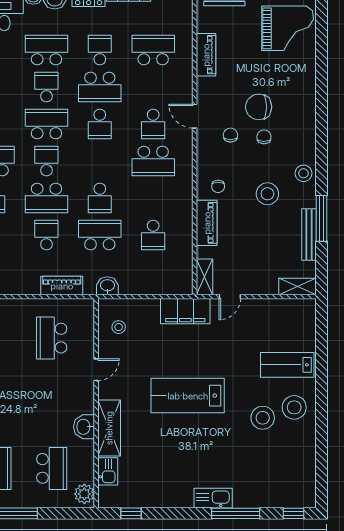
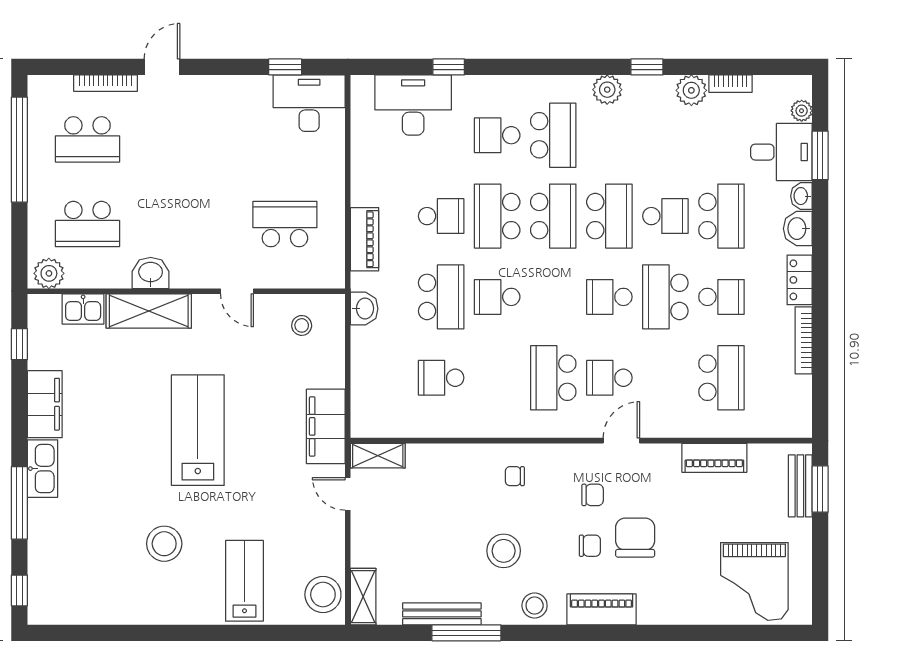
school desk: (46, 161) -> (553, 216), width x1.85
piano: (207, 223) -> (602, 609), moved, turned 180
stool: (294, 407) -> (323, 595), moved
filing cabinet: (171, 497) -> (45, 404), added

